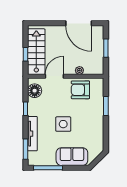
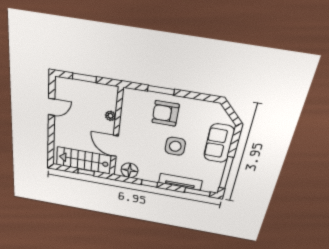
door: (79, 23) -> (52, 107), width x0.53
armchair: (80, 90) -> (165, 113), moved, turned 90

